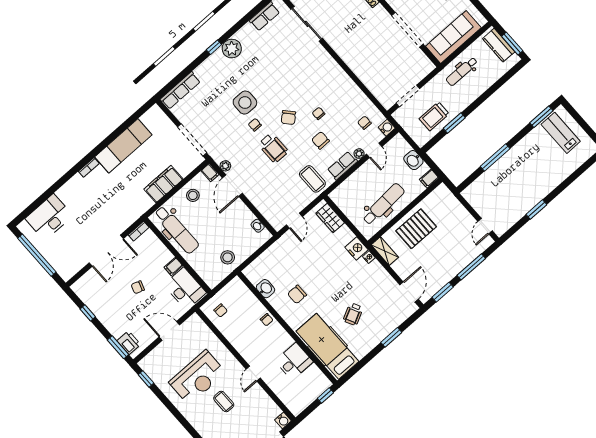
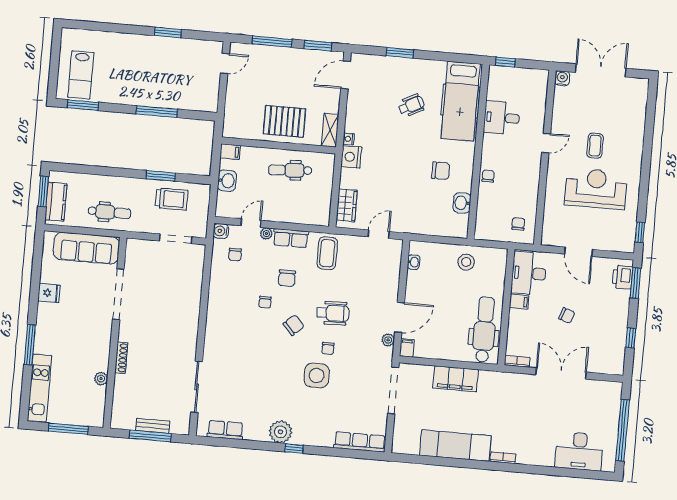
wheelchair: (273, 148) -> (333, 313), turned 88
stool: (193, 195) -> (441, 344), removed
dental chair: (383, 204) -> (290, 170), width x0.73, depth x0.72

